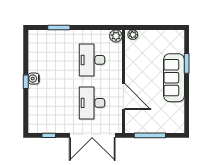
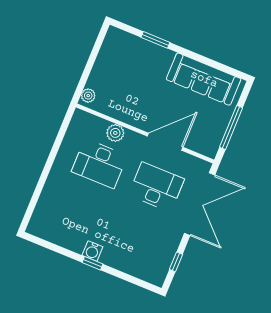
window: (59, 27) -> (38, 190), removed
plant: (116, 36) -> (115, 133), moved
sofa: (174, 78) -> (204, 79), moved
desk: (92, 103) -> (156, 187), turned 180

